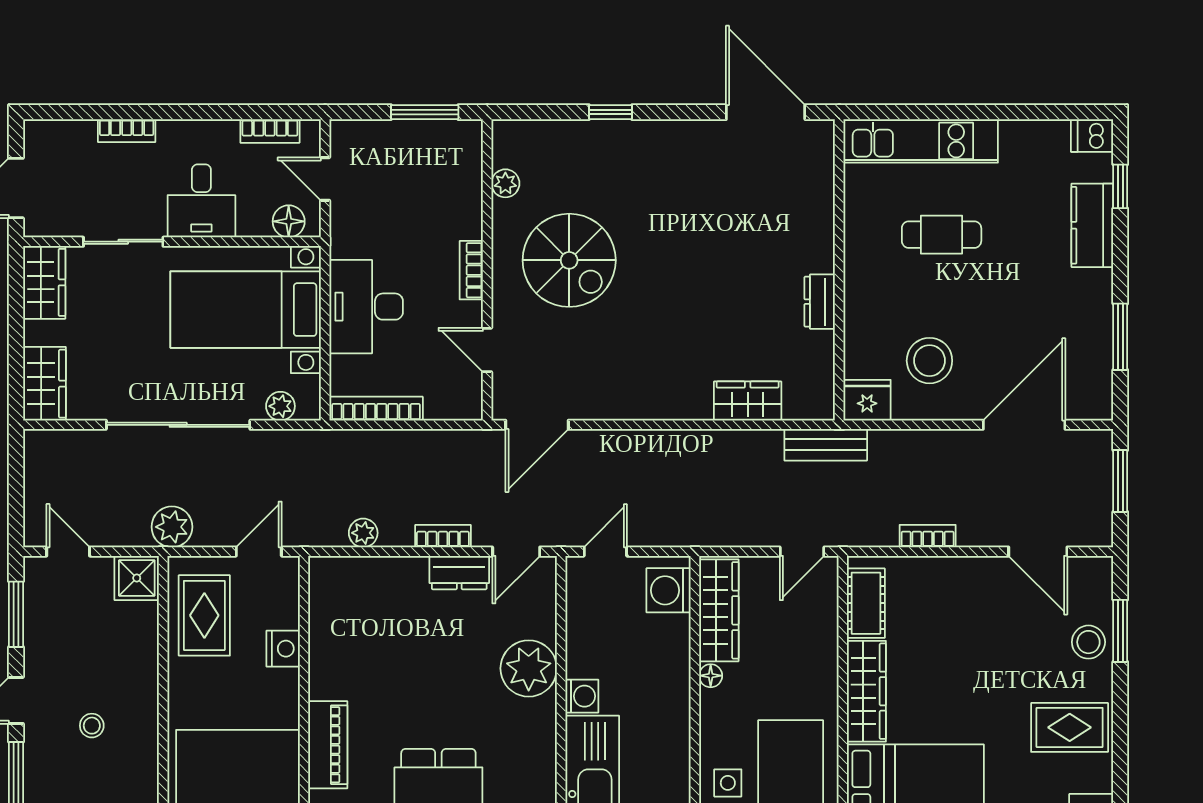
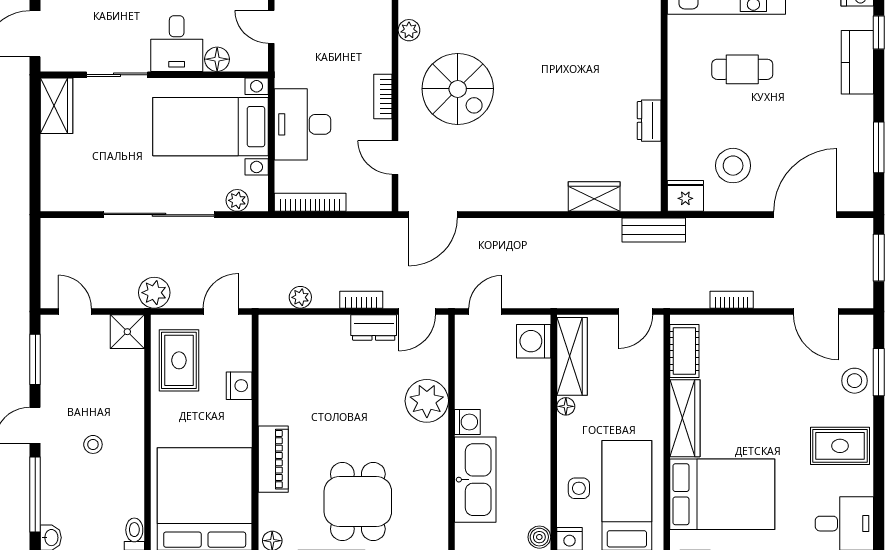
floor lamp: (289, 221) -> (217, 59), moved
wardrobe: (44, 384) -> (57, 183), removed

